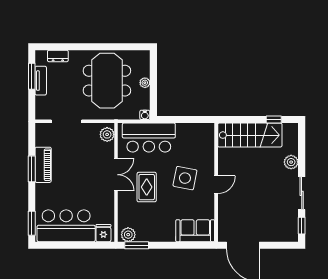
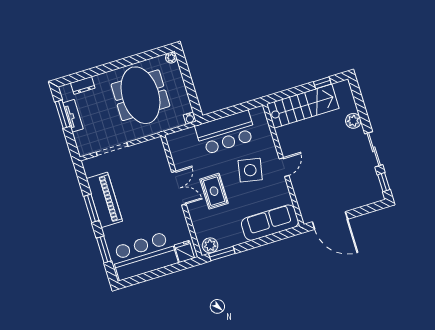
plant: (145, 83) -> (171, 58), moved
plant: (107, 134) -> (157, 150), removed
bar counter: (149, 138) -> (226, 133), moved
piano: (43, 165) -> (104, 200), width x1.37, depth x1.33
window: (32, 223) -> (104, 250), moved
sofa: (195, 231) -> (270, 223), width x1.36

